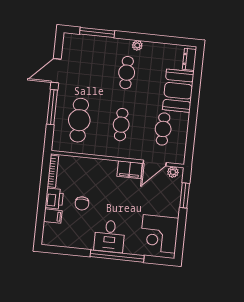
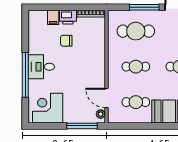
filing cabinet: (130, 170) -> (99, 78), removed
window: (185, 195) -> (82, 126), width x1.44

